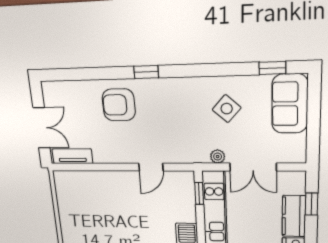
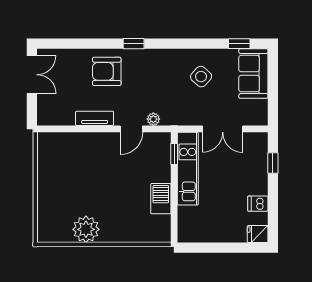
double door: (41, 128) -> (32, 75), moved
tv unit: (72, 156) -> (95, 118), moved
plant: (218, 157) -> (153, 119), moved
kitchen counter: (294, 216) -> (258, 175), removed

